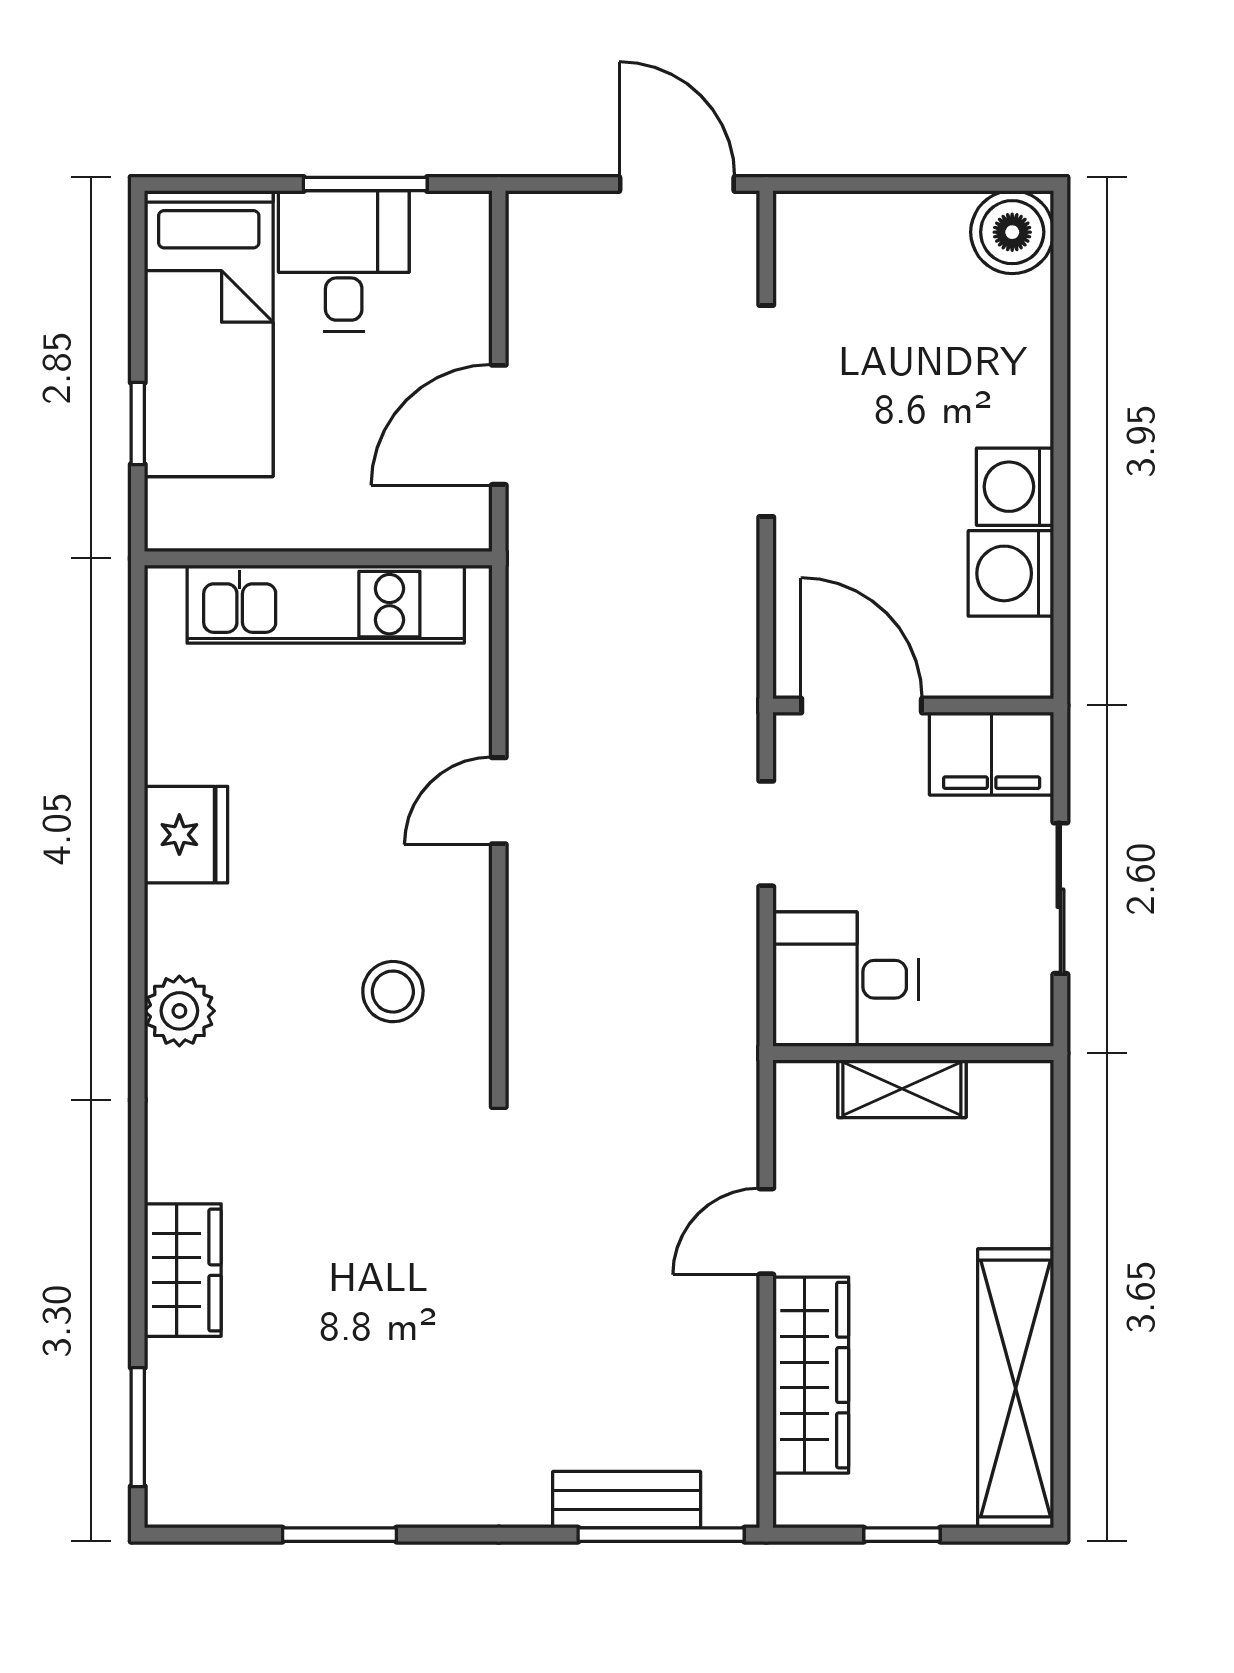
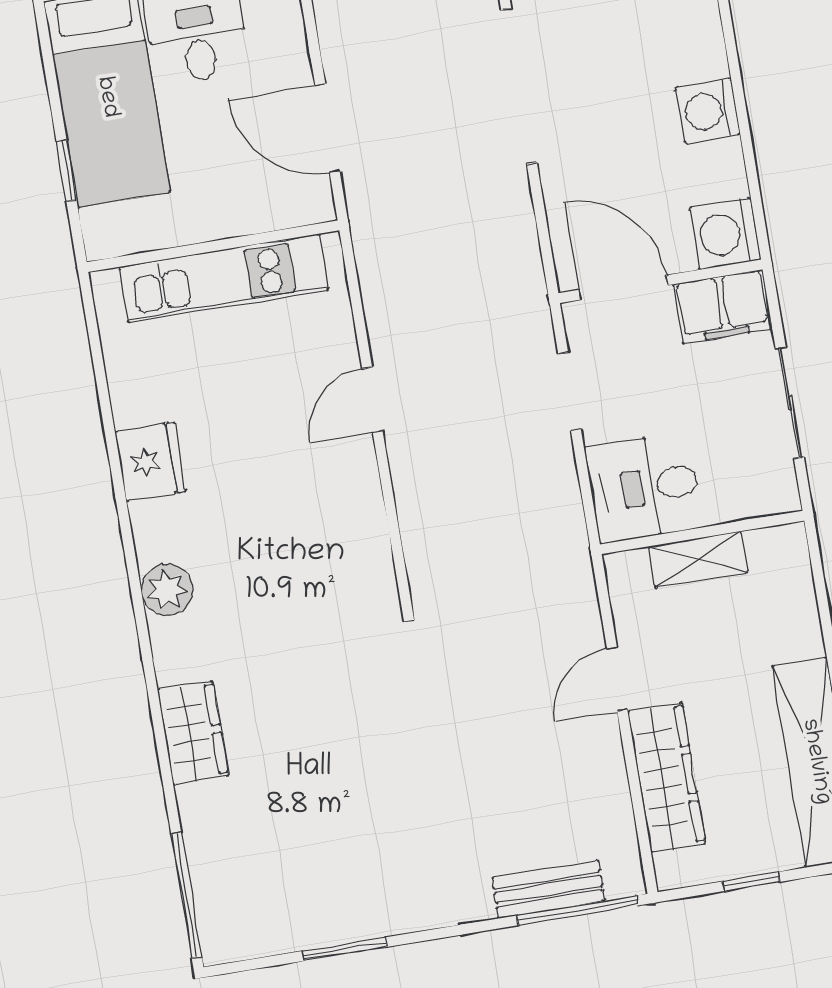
door: (499, 425) -> (327, 128), hinge flipped
washing machine: (1011, 573) -> (725, 234), moved
stool: (393, 992) -> (319, 550), removed
wardrobe: (183, 1270) -> (193, 733), moved
window: (138, 1427) -> (186, 895), width x1.44

